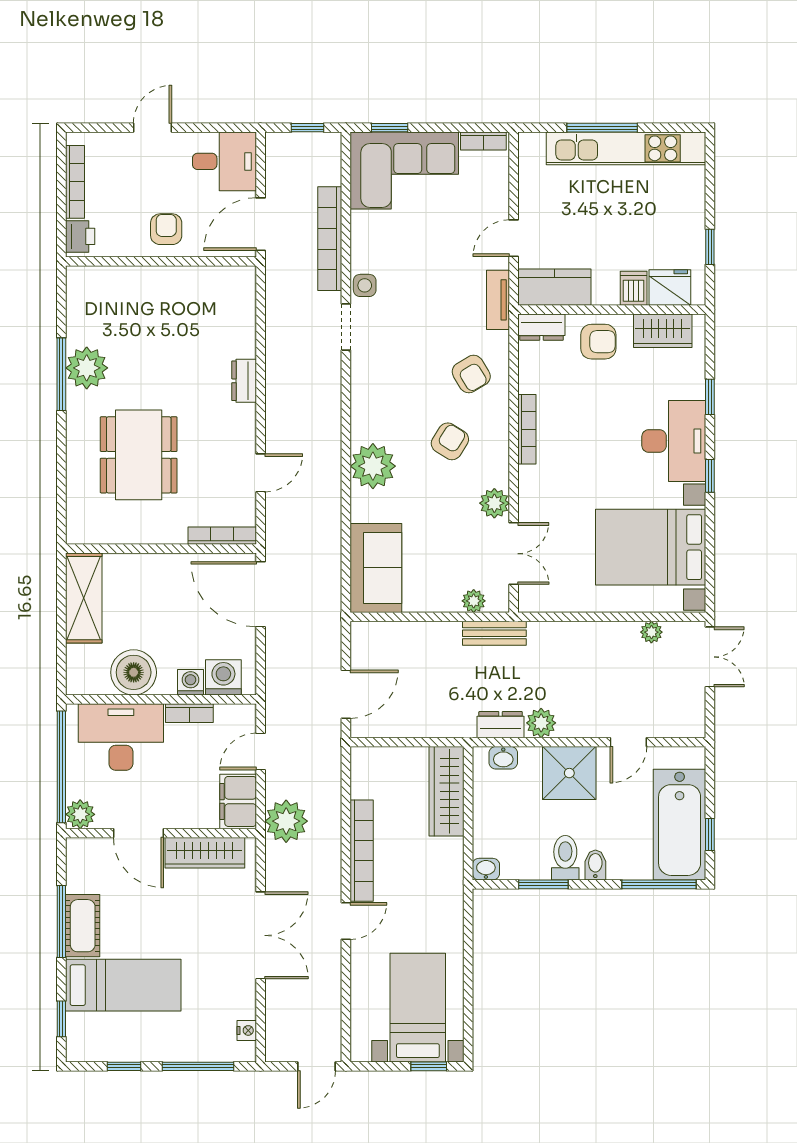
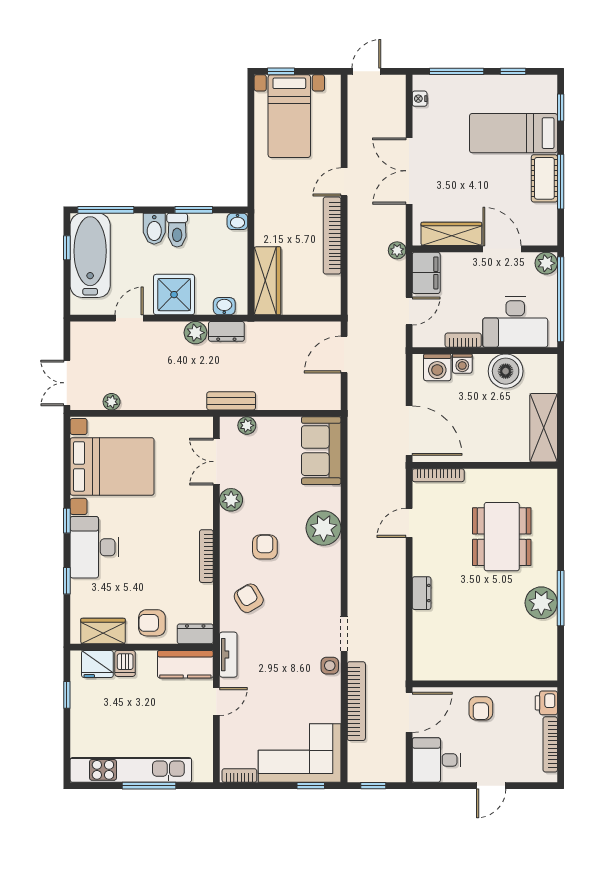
armchair: (450, 441) -> (265, 547), turned 148
plant: (286, 821) -> (397, 250), width x0.53, depth x0.53
bidet: (595, 865) -> (154, 229), width x1.38, depth x1.36

